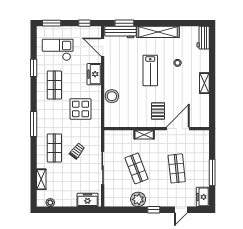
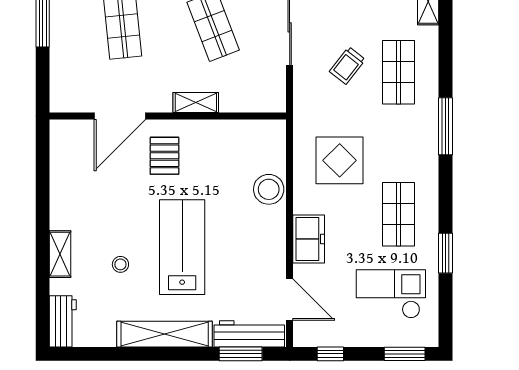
checkout: (58, 50) -> (391, 294), turned 180
lab bench: (150, 71) -> (182, 247), width x1.36, depth x1.39
shelving: (204, 83) -> (60, 254), moved

